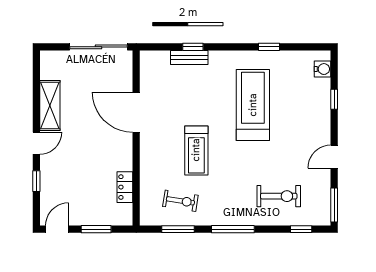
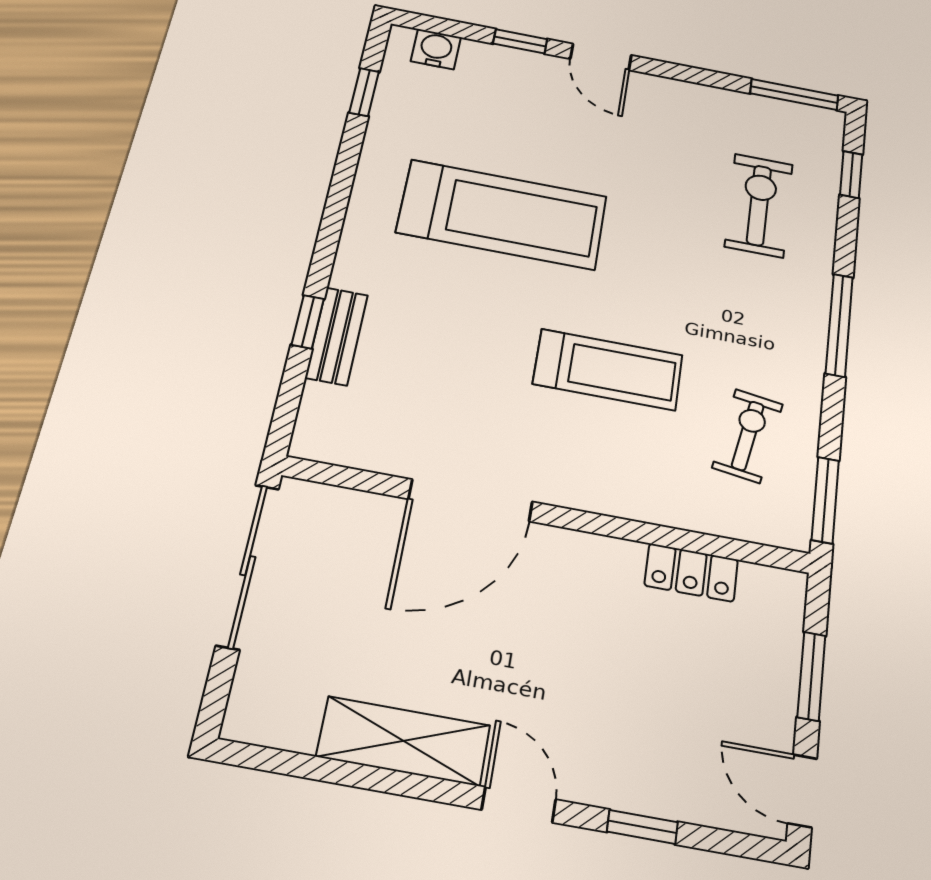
window: (269, 47) -> (364, 92), moved
treadmill: (253, 105) -> (502, 214), turned 180
door: (334, 157) -> (601, 57), moved
window: (178, 229) -> (825, 500), moved

